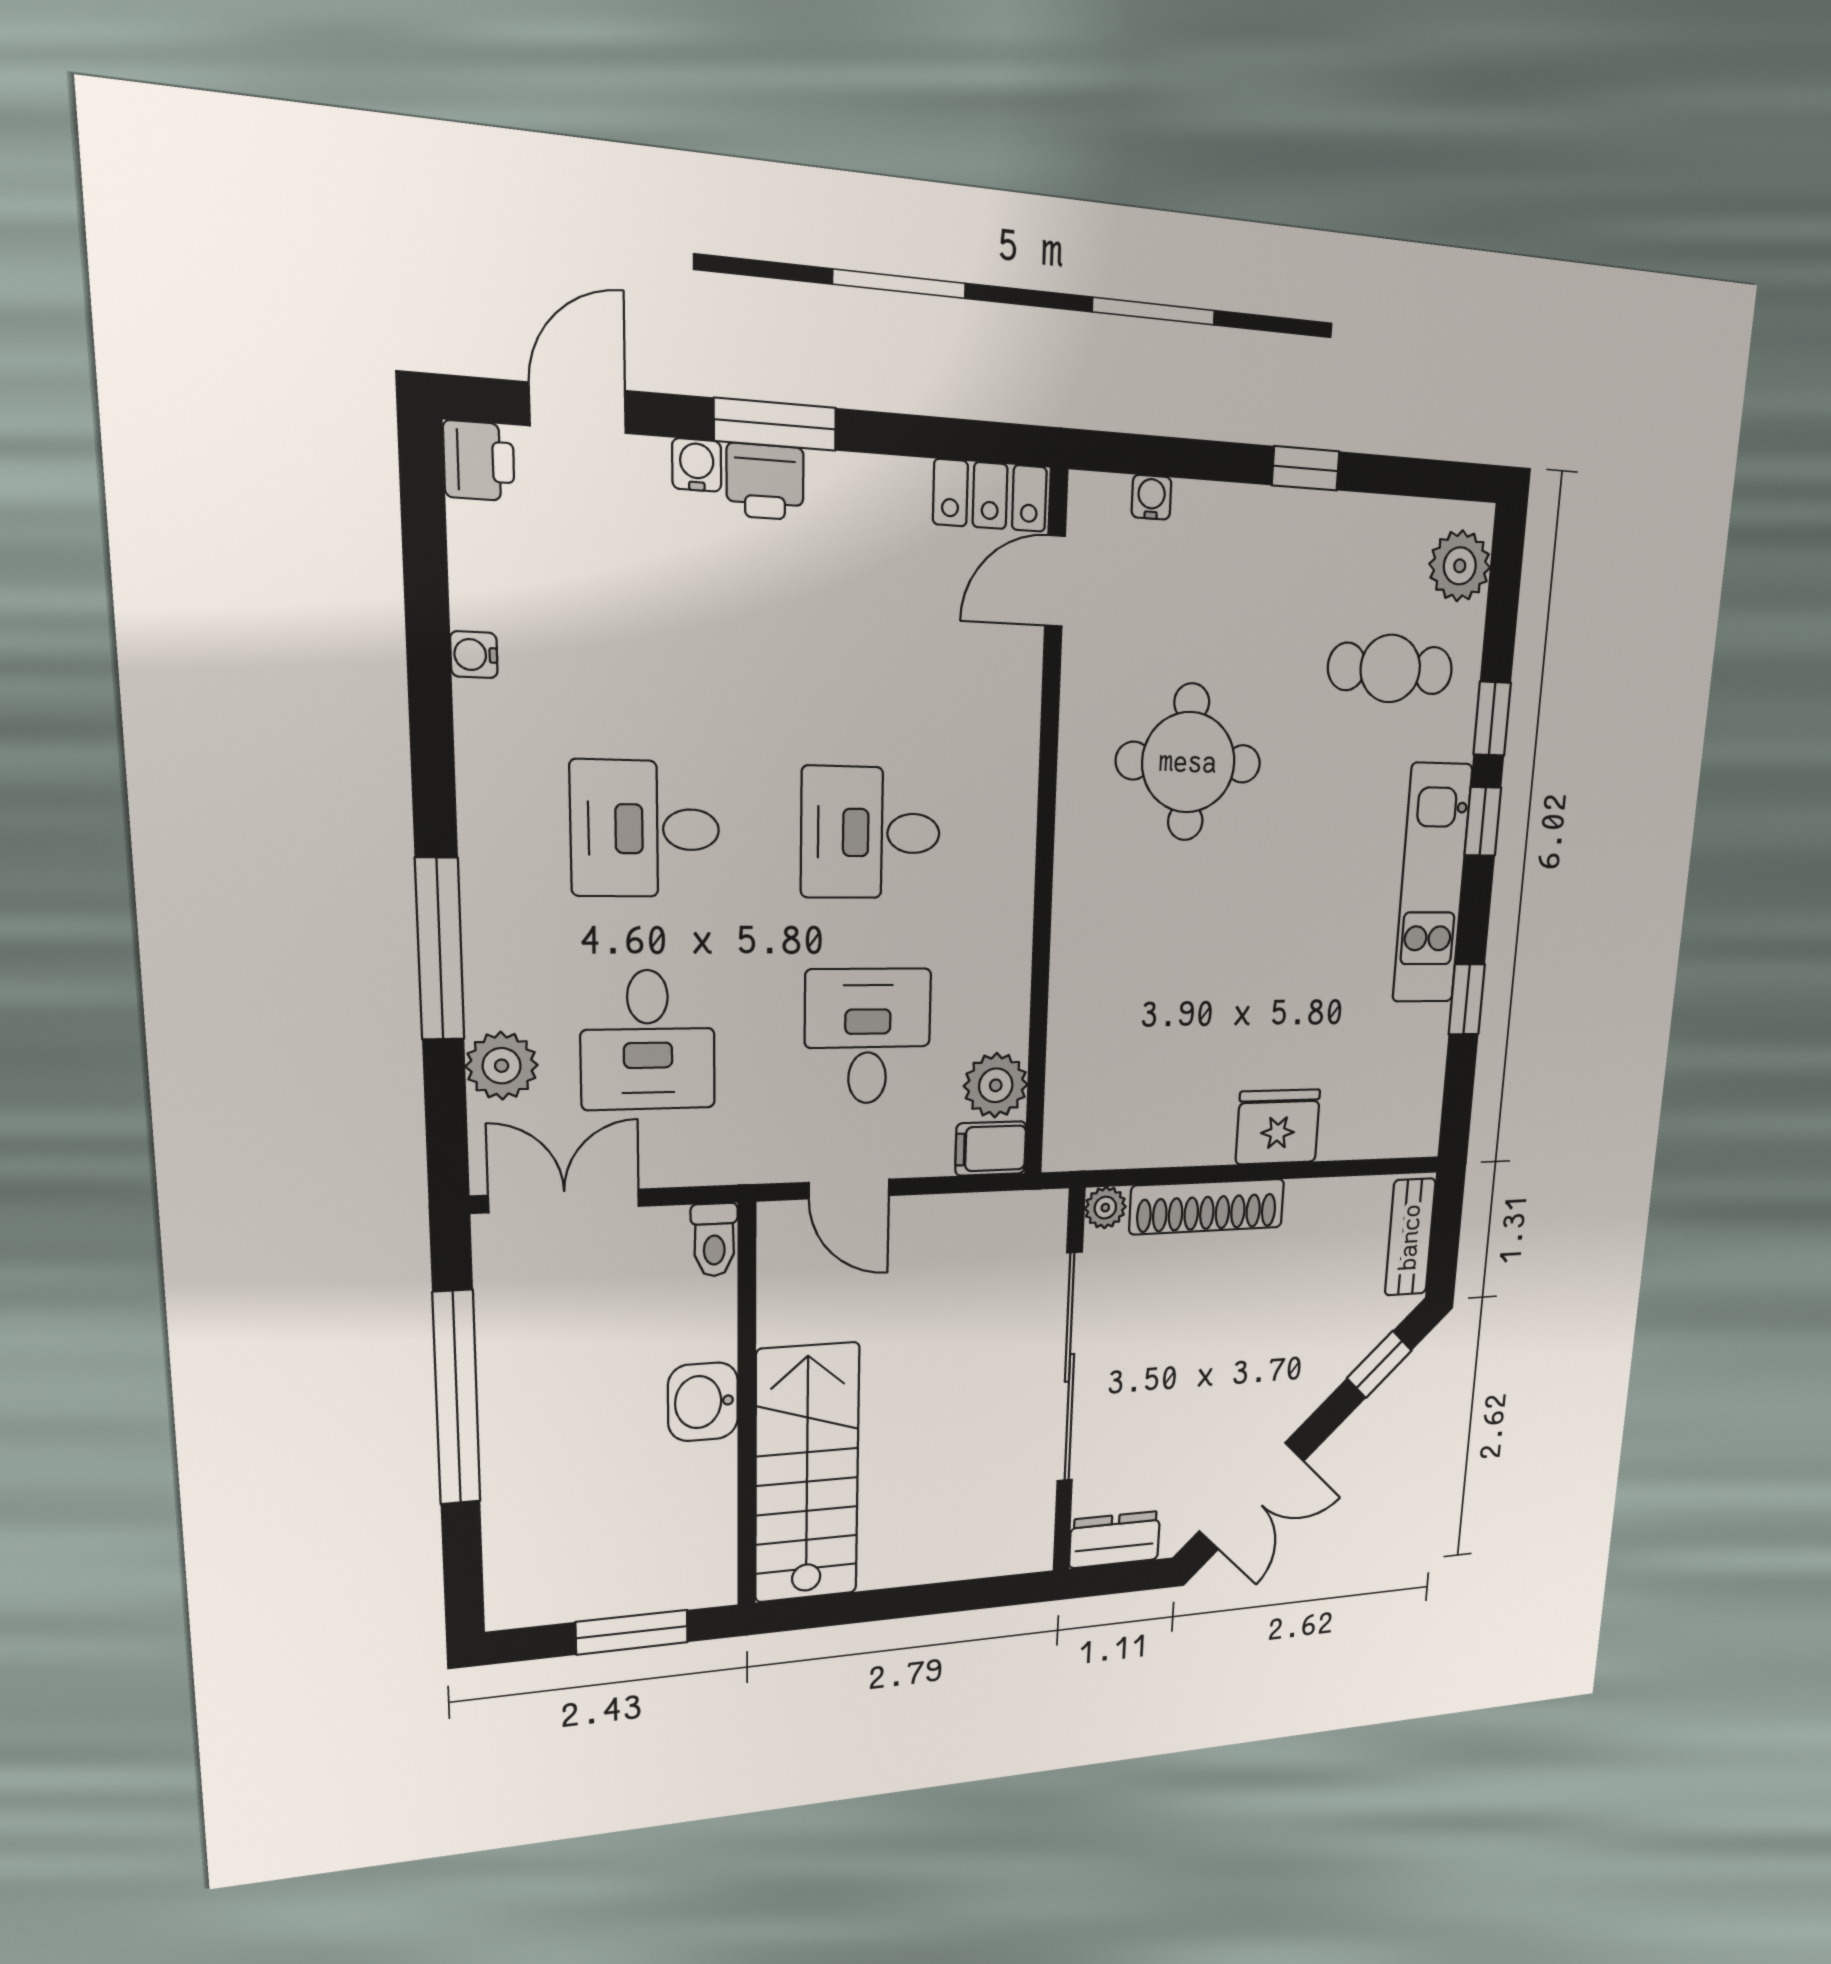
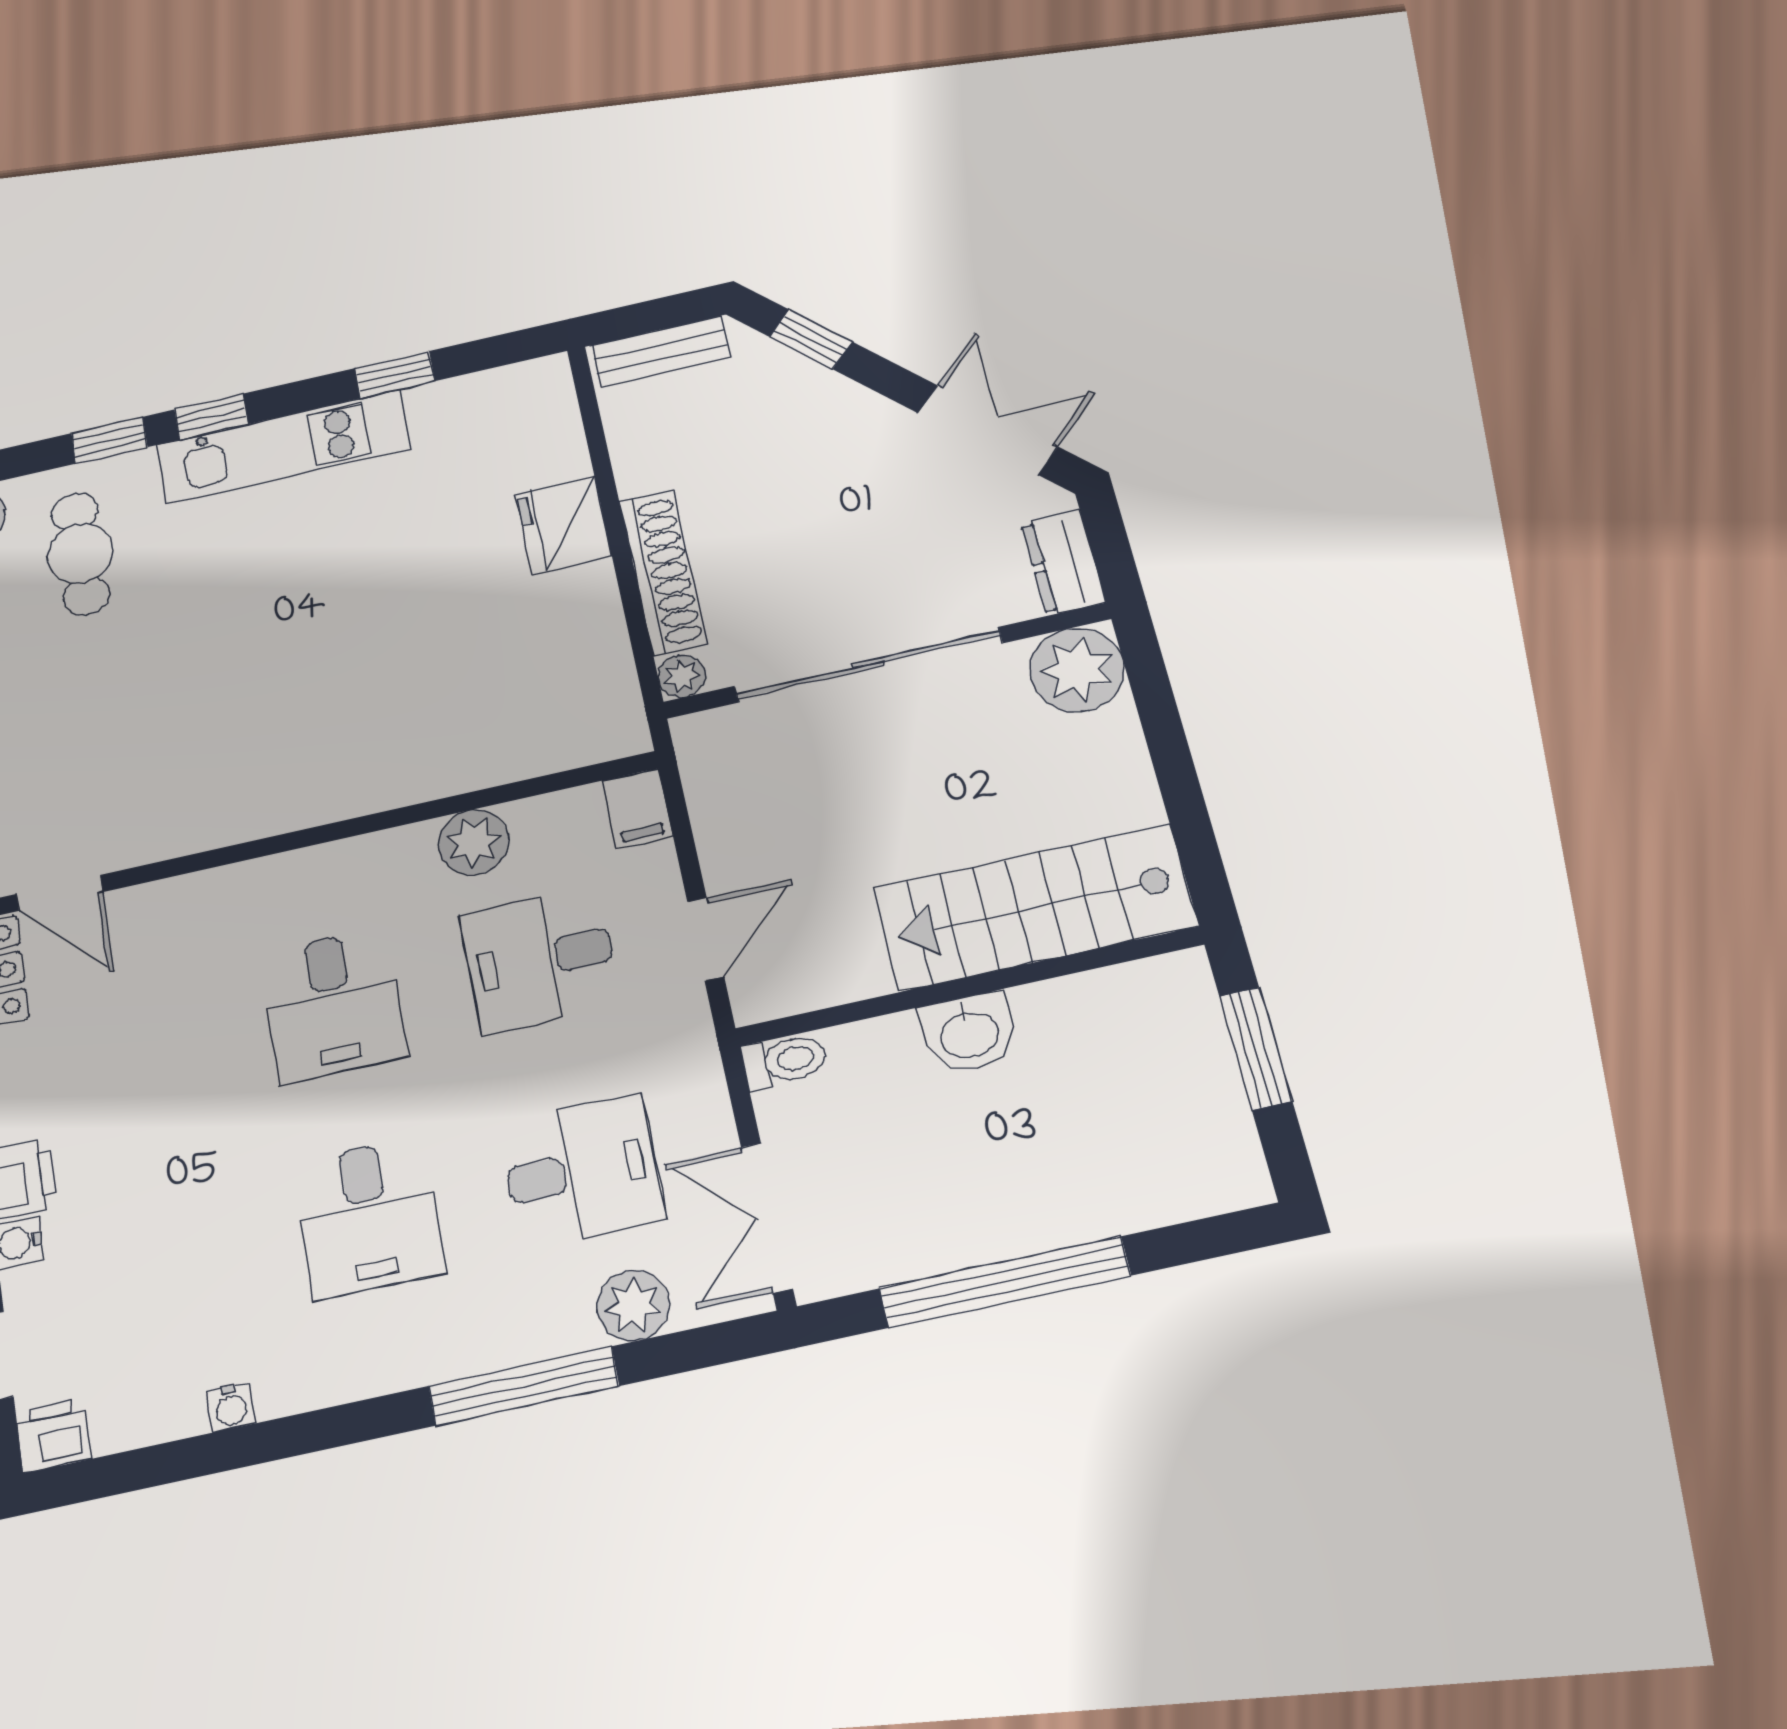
round table: (1188, 762) -> (207, 721), removed
plant: (996, 1085) -> (474, 842), moved
plant: (1015, 1537) -> (1077, 670), added

